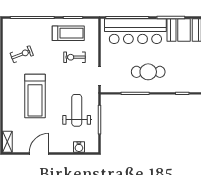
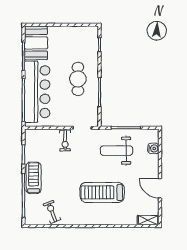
treadmill: (68, 33) -> (34, 178), moved
exercise bike: (22, 54) -> (52, 212), moved
exercise bike: (74, 57) -> (65, 141), moved
treadmill: (35, 96) -> (102, 192), turned 180

